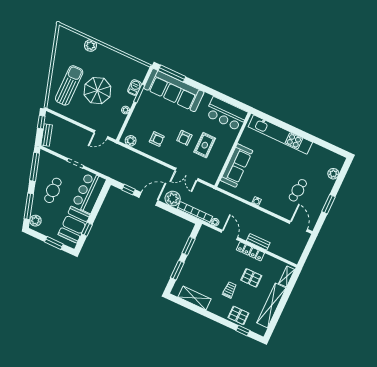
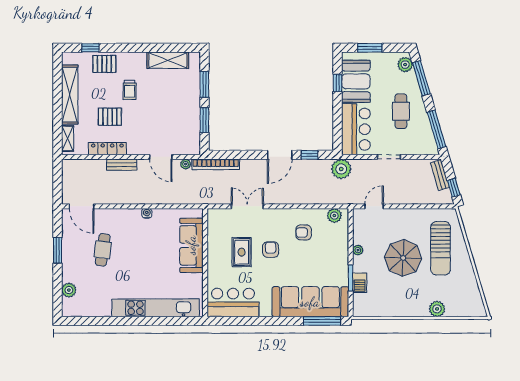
plant: (173, 199) -> (341, 169), moved
locker: (250, 251) -> (107, 149), moved

